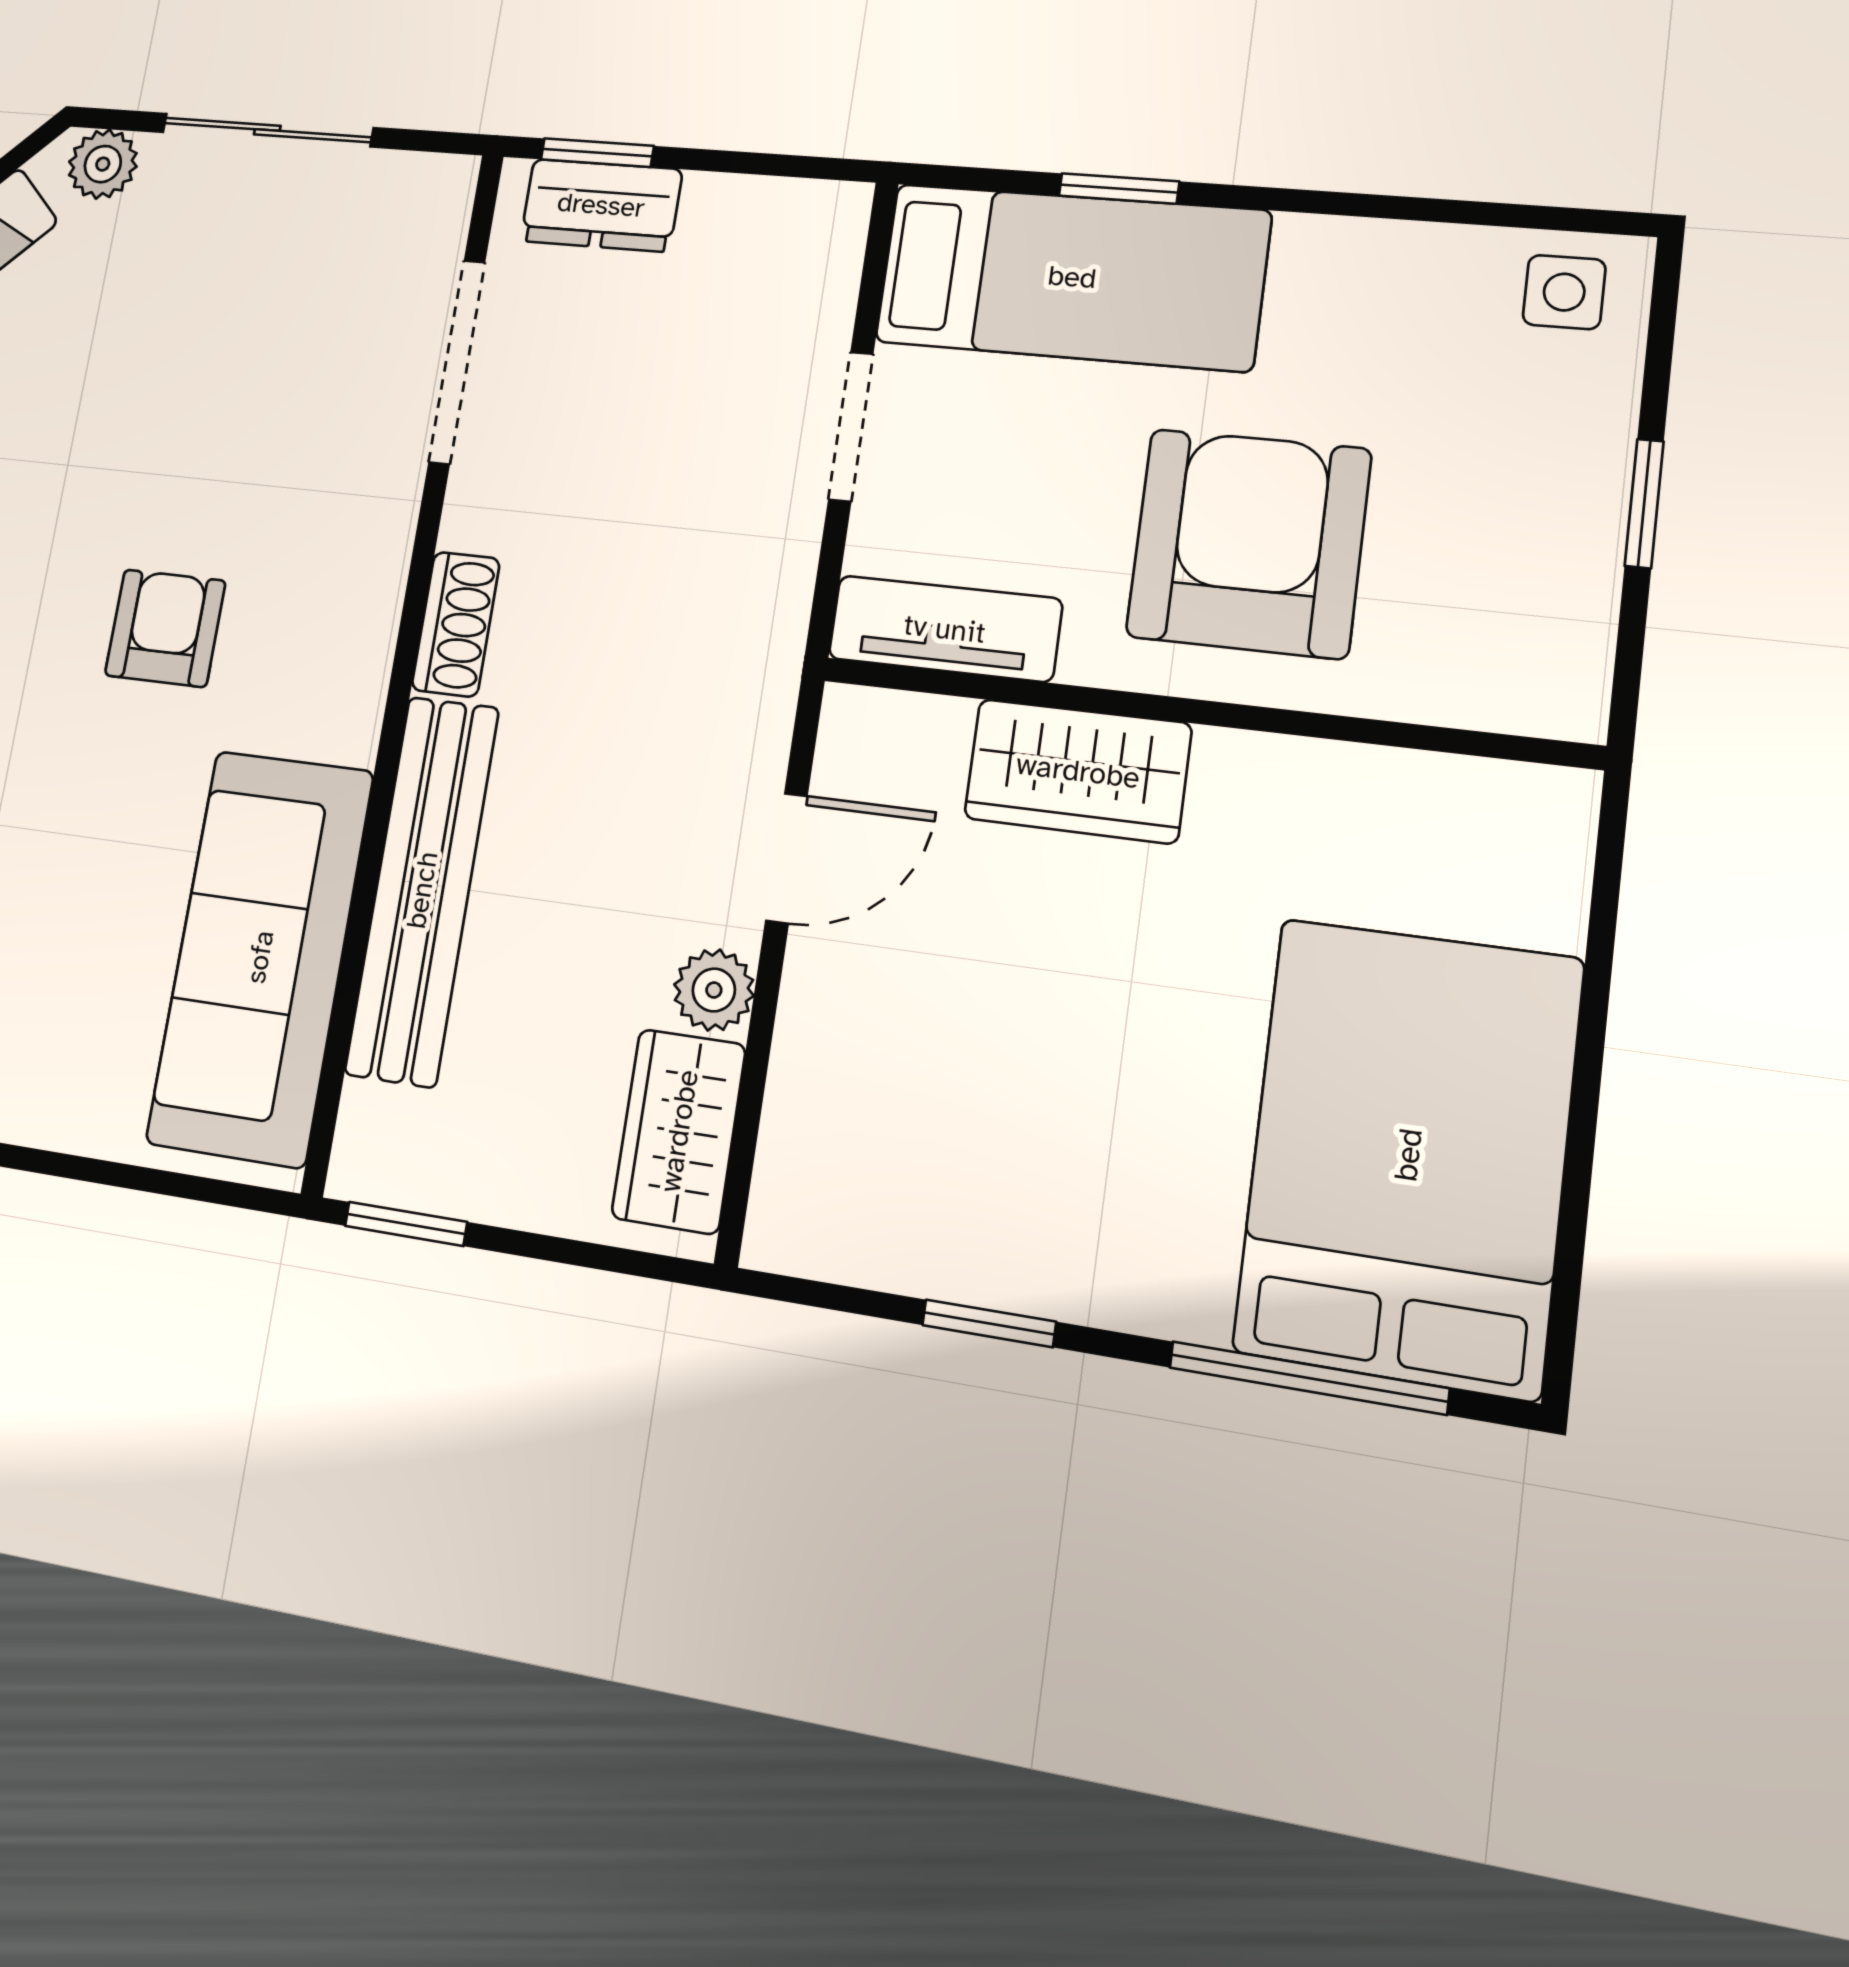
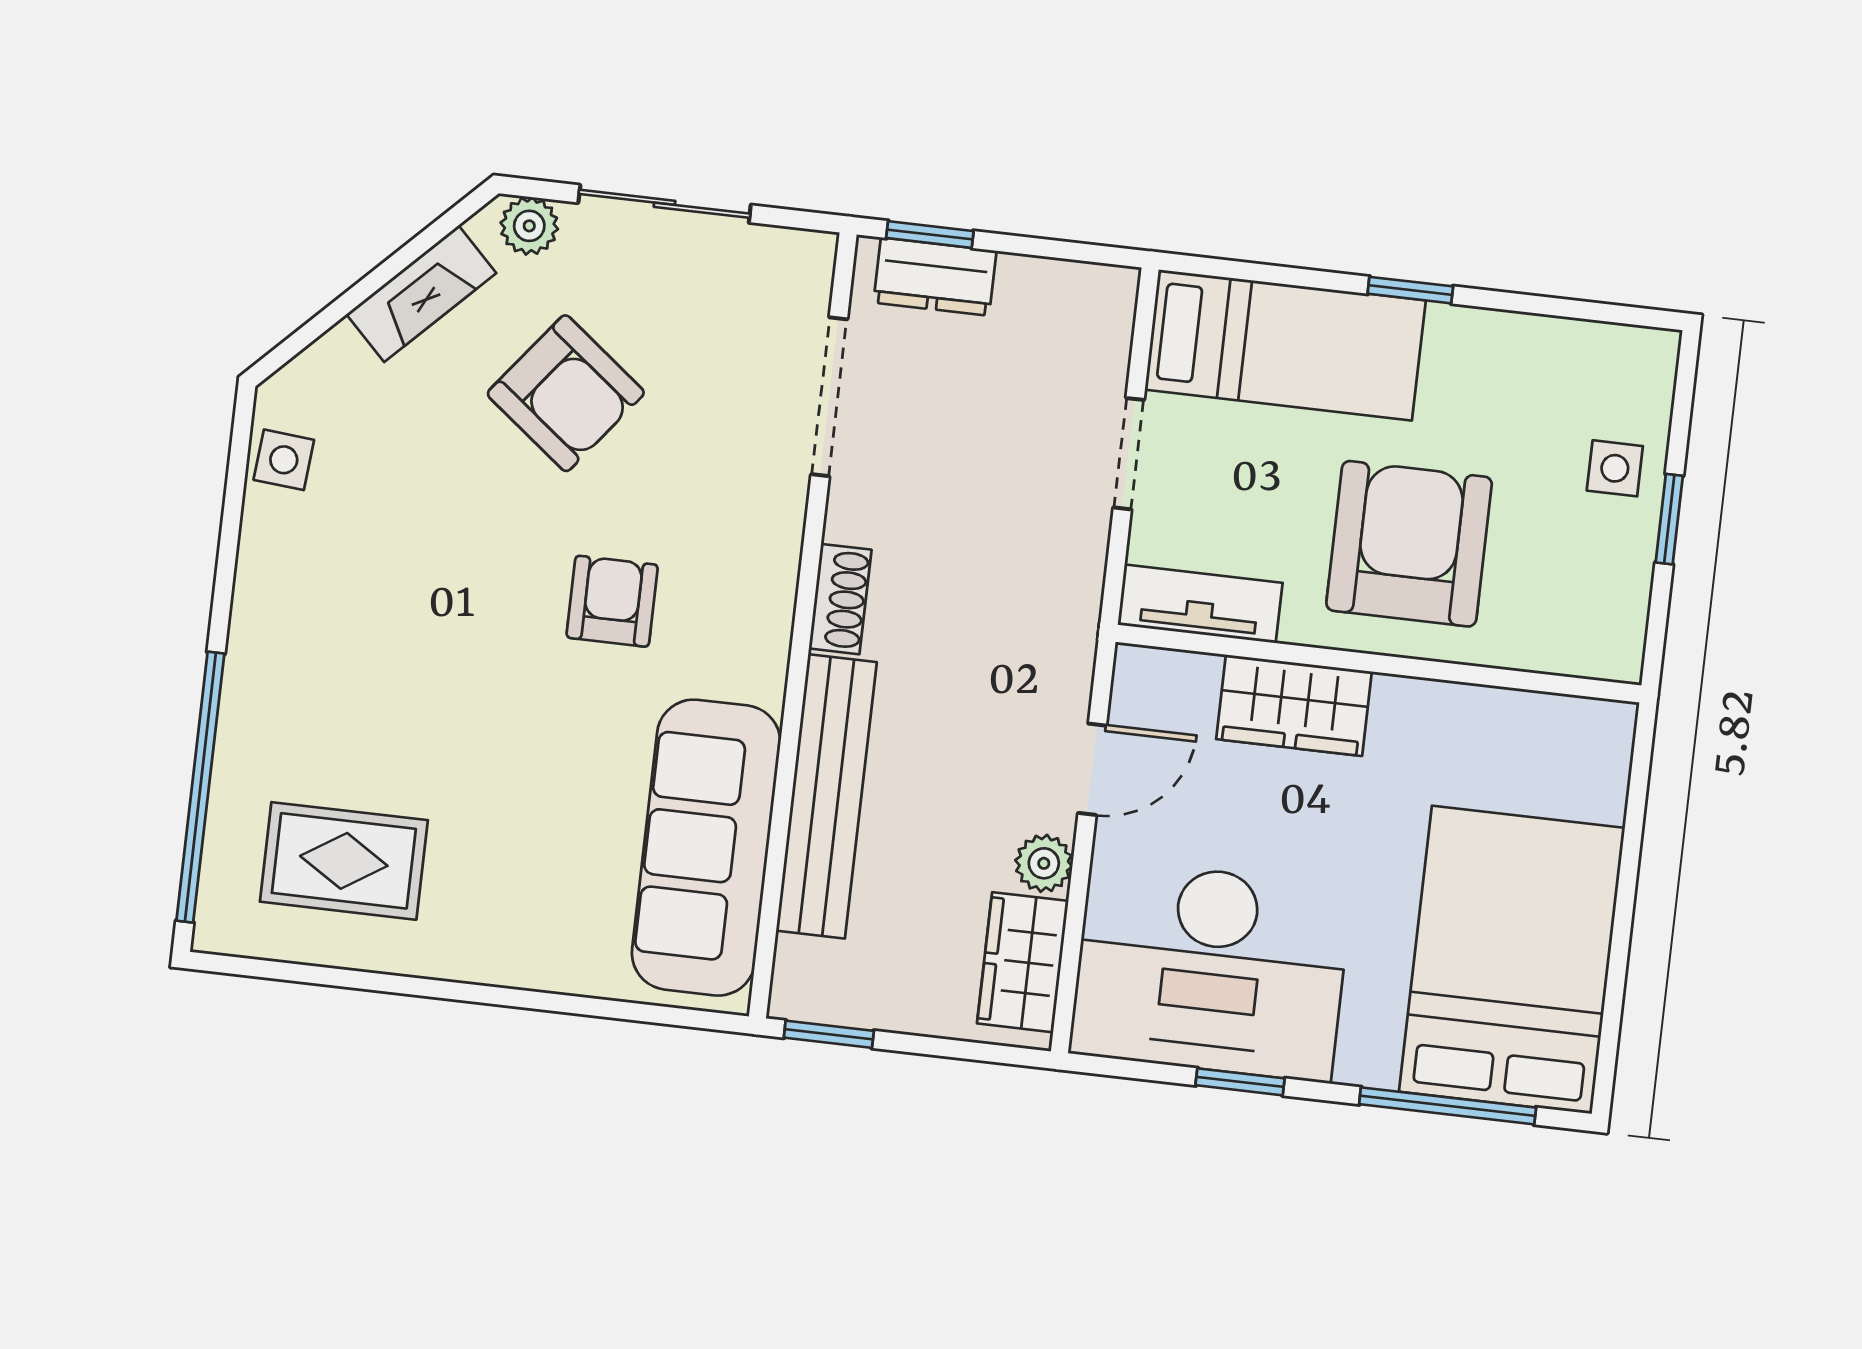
window: (1119, 189) -> (1410, 290), moved
side table: (1564, 292) -> (1615, 468), moved
armchair: (129, 366) -> (566, 393), added
desk: (949, 1153) -> (1211, 970), added

